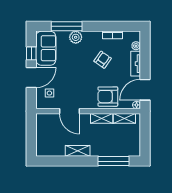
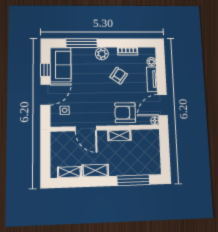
plant: (76, 37) -> (102, 54), moved
shelving: (124, 118) -> (69, 172), moved

